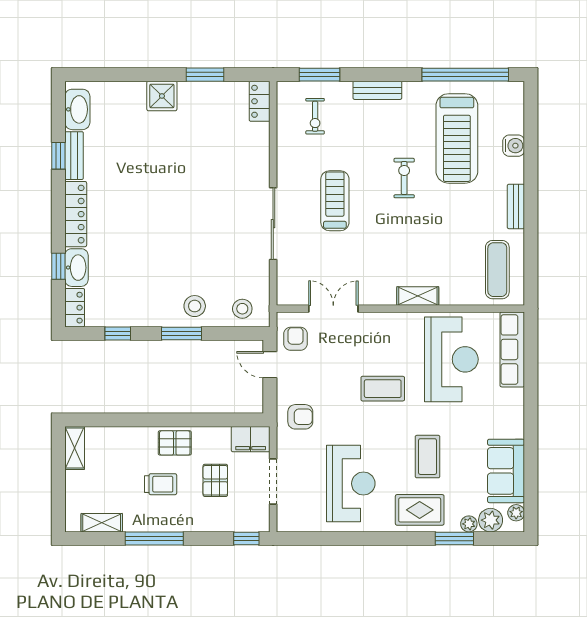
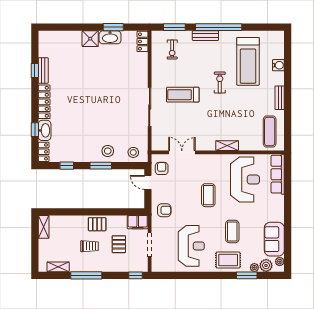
window: (465, 75) -> (219, 27), moved
washbasin: (77, 109) -> (110, 37), moved, turned 90
treadmill: (335, 201) -> (183, 95), turned -90
coffee table: (383, 389) -> (208, 195), turned 90

